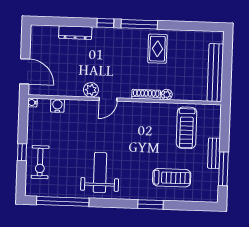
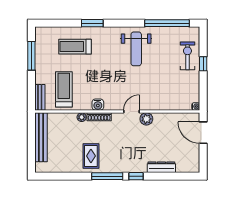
water cooler: (57, 106) -> (98, 105), moved
bench: (214, 153) -> (40, 97), moved

